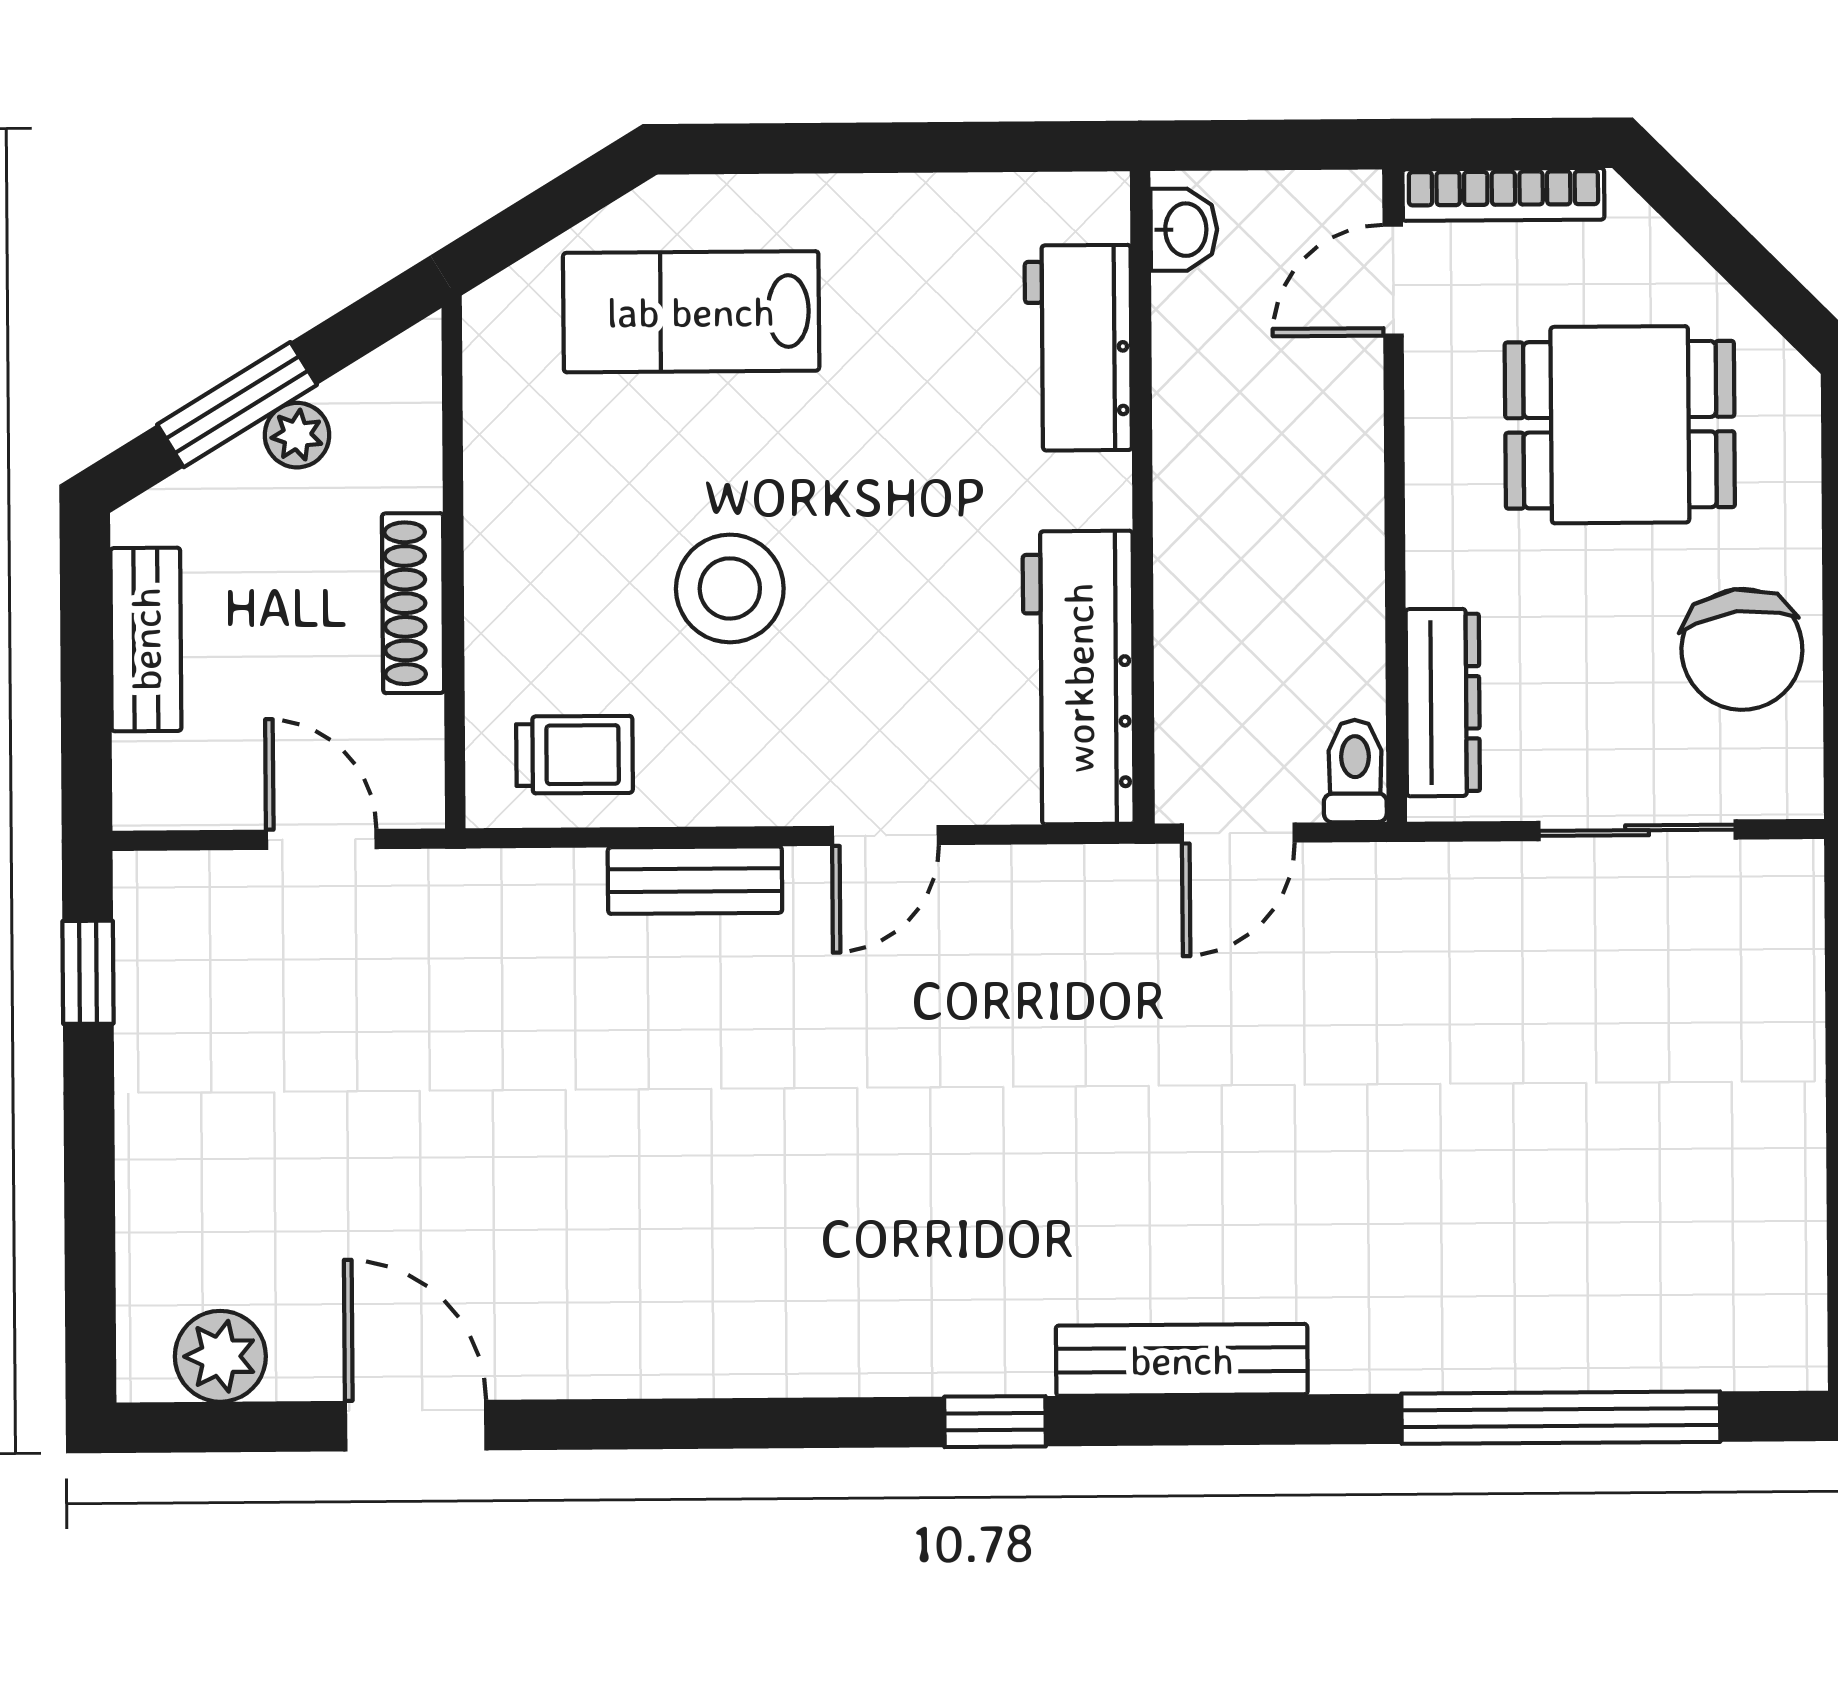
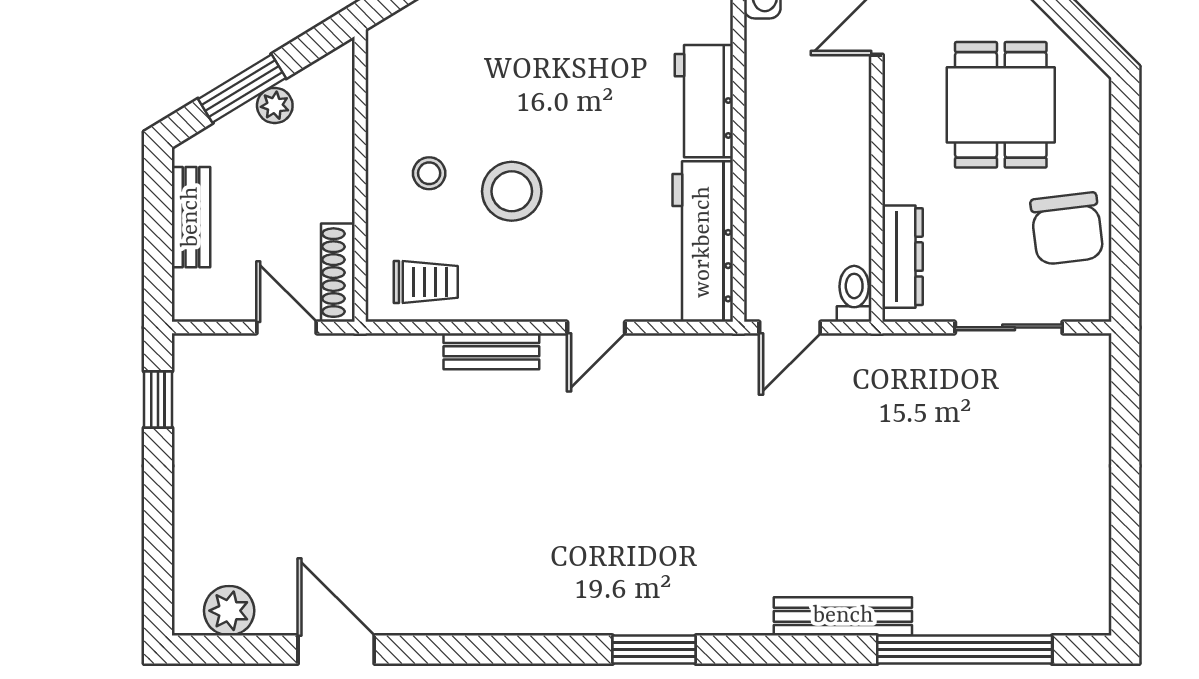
lab bench: (691, 312) -> (492, 39), removed
workbench: (1078, 348) -> (704, 101), moved
dining table: (1620, 425) -> (1001, 105), turned 90
stool: (579, 557) -> (429, 173), added
shoe rack: (413, 603) -> (338, 273), moved
bench: (1182, 1360) -> (843, 616), moved
window: (995, 1422) -> (654, 650), width x1.50

